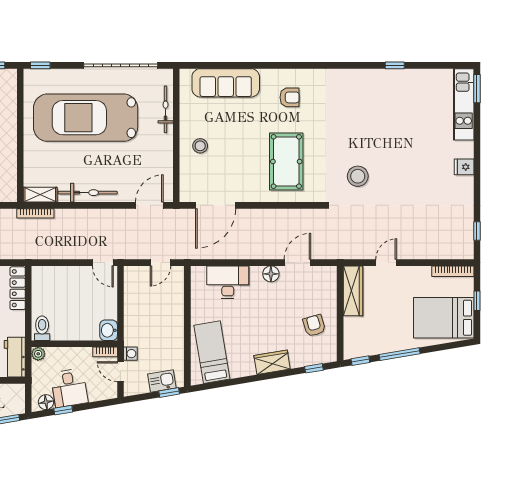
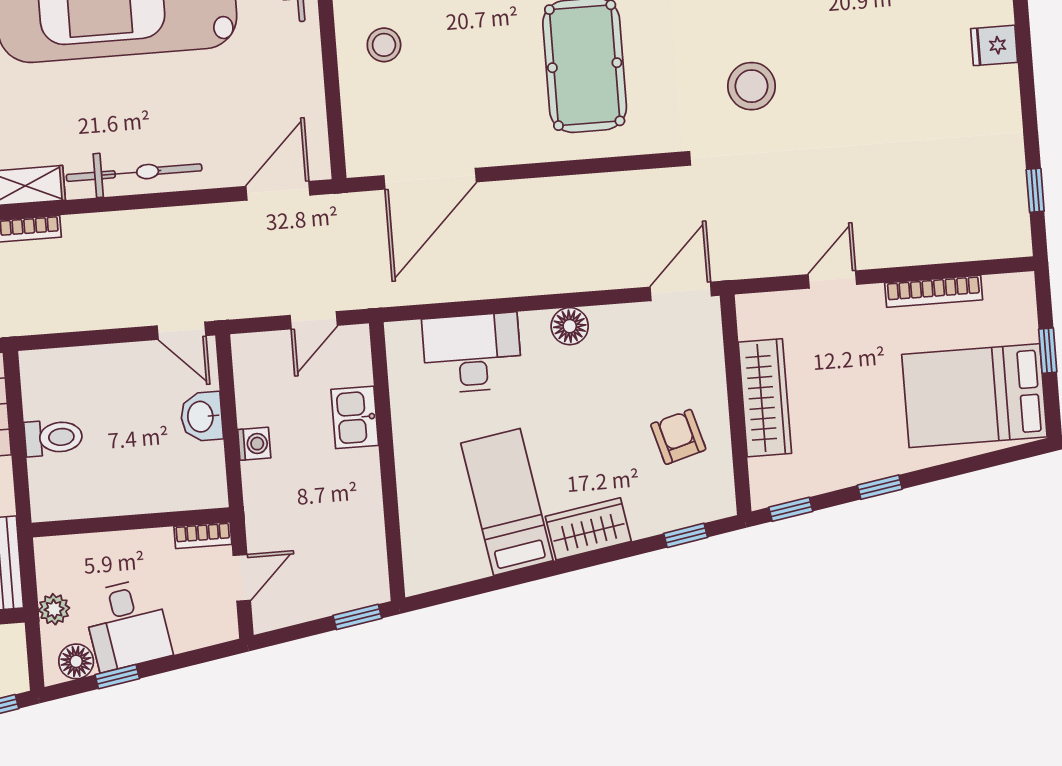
door: (297, 263) -> (681, 291), moved
bookcase: (453, 271) -> (934, 291), moved
wardrobe: (353, 291) -> (765, 398), moved
toilet: (42, 328) -> (53, 438), moved, turned 90
washbasin: (109, 330) -> (202, 417), moved
bed: (212, 352) -> (507, 502), moved
plant: (38, 354) -> (54, 609), moved
washing machine: (130, 354) -> (254, 444), moved
window: (400, 354) -> (880, 487), width x0.46
door: (120, 372) -> (242, 578), swing flipped
kitchen sink: (162, 381) -> (355, 417), moved, turned -81

